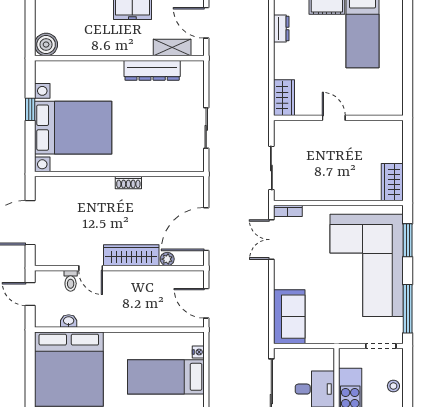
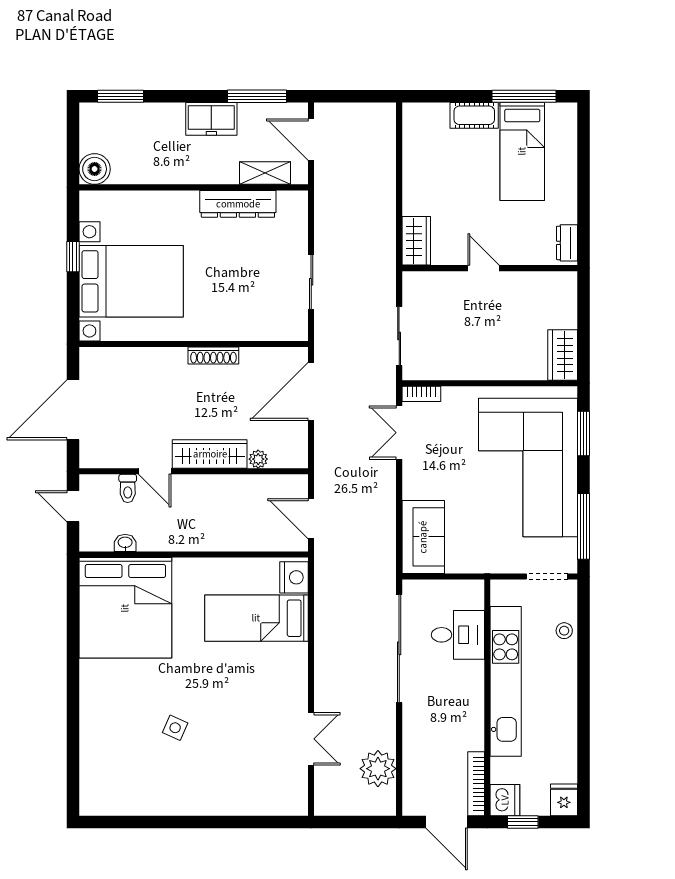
dresser: (281, 28) -> (567, 243), moved, turned 180
shoe rack: (128, 182) -> (213, 356), width x1.43
door: (206, 229) -> (311, 391), moved
nightstand: (198, 352) -> (294, 577), width x1.89, depth x1.79

